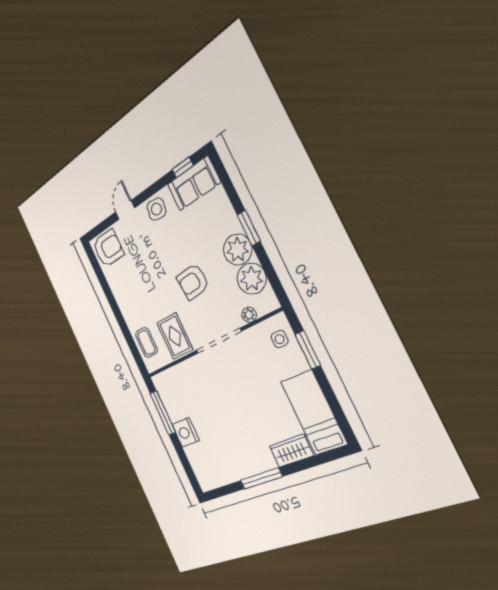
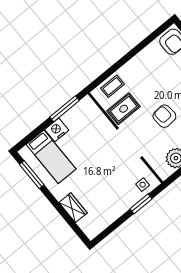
plant: (249, 315) -> (153, 161), removed
bed: (314, 413) -> (51, 157), moved, turned 90
window: (261, 479) -> (32, 175), moved

